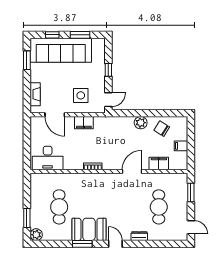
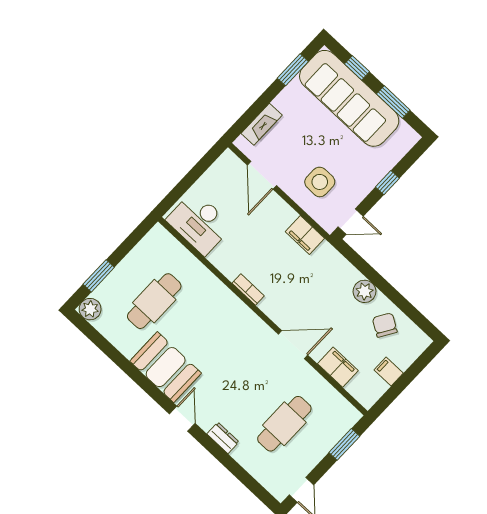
filing cabinet: (84, 123) -> (305, 235), moved
window: (82, 244) -> (139, 378), removed

